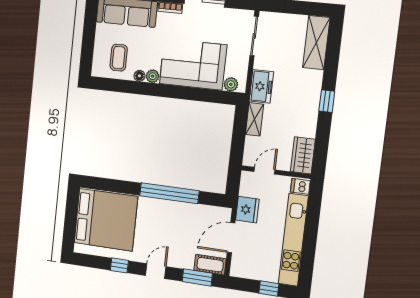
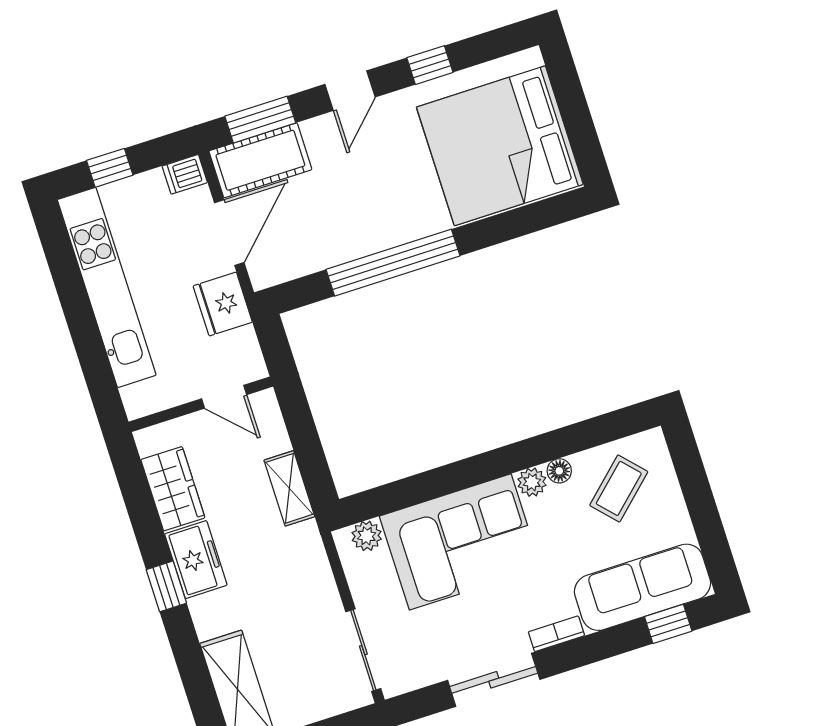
coffee table: (119, 58) -> (619, 488), turned 47
freezer: (261, 86) -> (196, 560), moved, turned 180
wardrobe: (303, 155) -> (173, 489), moved
door: (264, 171) -> (224, 397), hinge flipped
dishwasher: (300, 186) -> (185, 174), moved, turned 180
cot: (210, 265) -> (260, 160), width x1.37, depth x1.34

